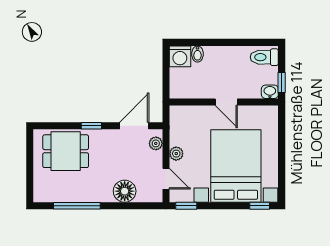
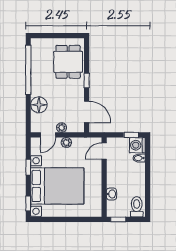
window: (166, 65) -> (131, 135), added
washbasin: (270, 92) -> (111, 194), moved
door: (226, 102) -> (104, 151), moved
plant: (156, 143) -> (62, 128), moved
window: (77, 206) -> (28, 70), width x1.46
window: (186, 206) -> (28, 167), moved

